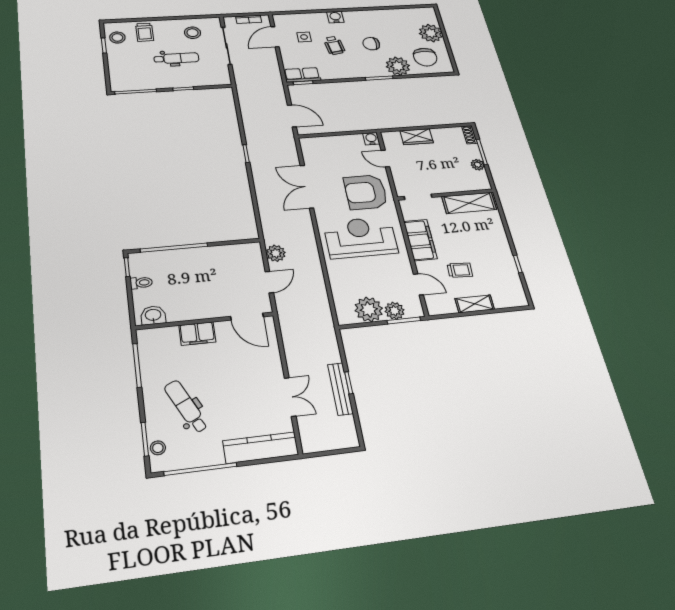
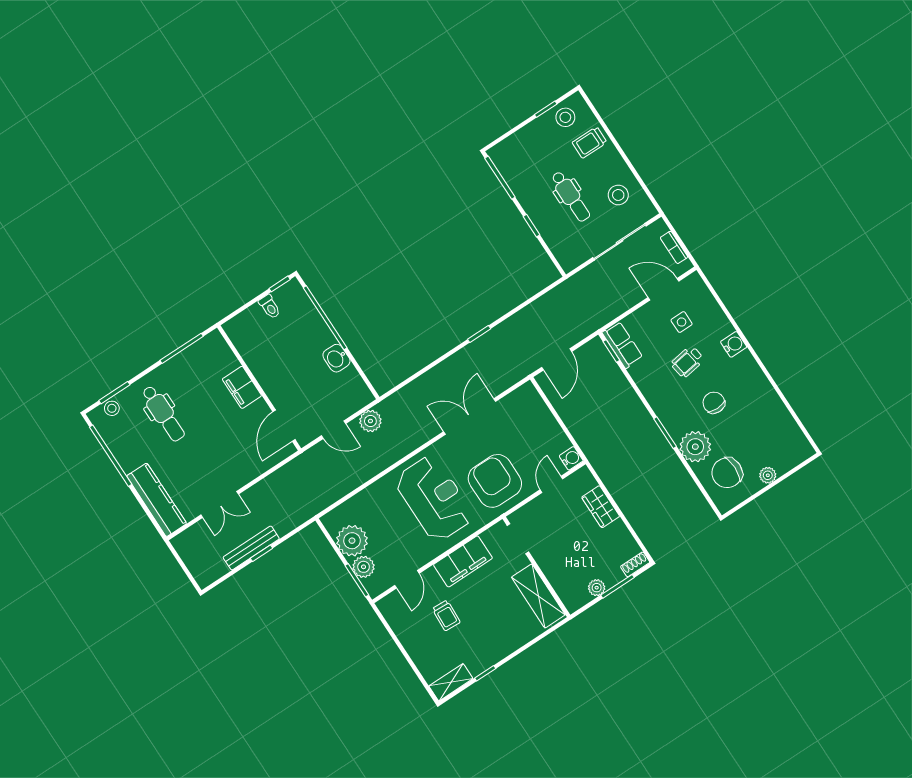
plant: (431, 33) -> (768, 475), width x0.53, depth x0.53
shelving: (475, 304) -> (451, 682), moved, turned 90
washbasin: (153, 315) -> (336, 358), moved, turned 180
dental chair: (186, 406) -> (163, 414), turned 116

